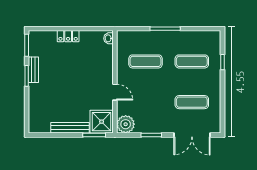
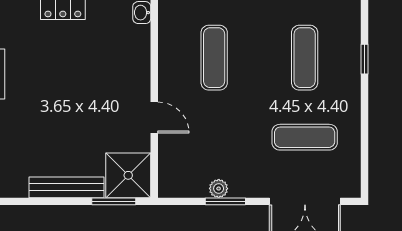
exercise mat: (145, 61) -> (214, 58), turned 90
exercise mat: (192, 61) -> (305, 58), turned 90
plant: (126, 124) -> (219, 189), moved, width x0.53, depth x0.53

